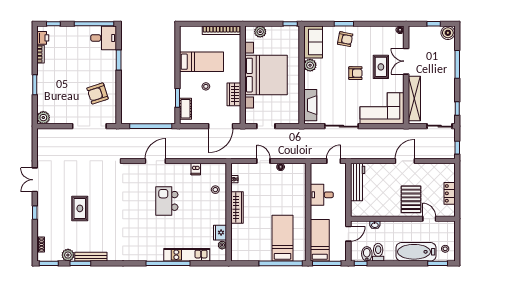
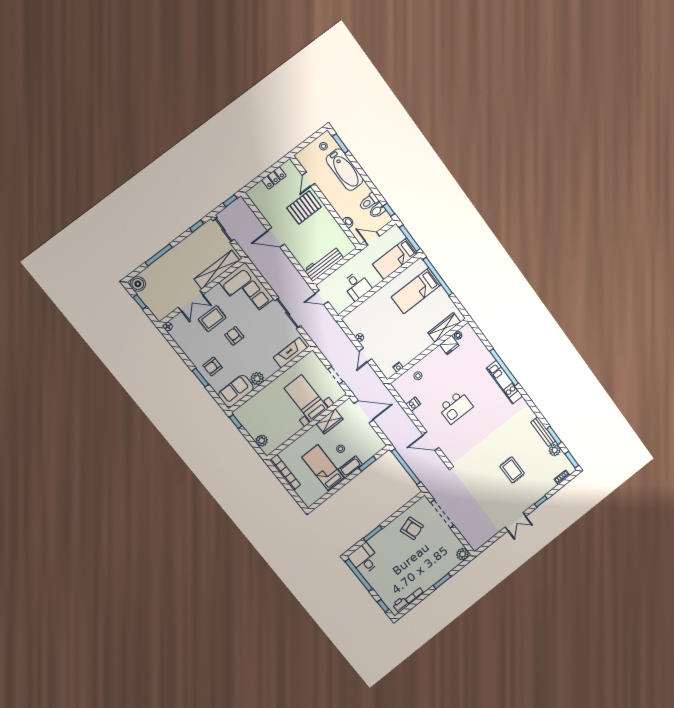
armchair: (345, 39) -> (212, 367), turned -101
bed with nightstands: (266, 75) -> (306, 398), width x0.54
cot: (185, 109) -> (350, 467), moved
wardrobe: (237, 207) -> (444, 327), moved
rug: (80, 208) -> (512, 470), turned 90
kitchen unit: (187, 255) -> (504, 382), moved

